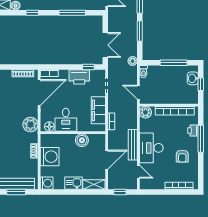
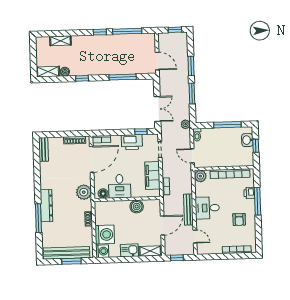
desk: (151, 148) -> (207, 208), width x0.73
washing machine: (50, 157) -> (105, 235), moved

